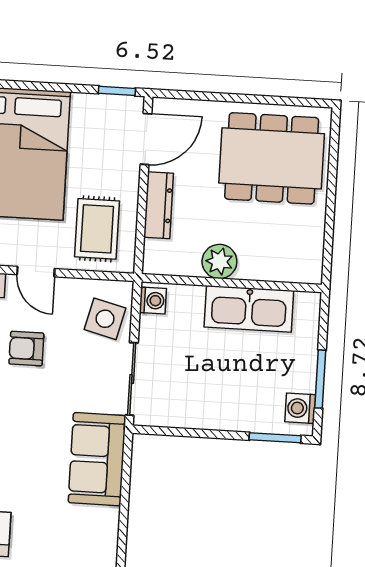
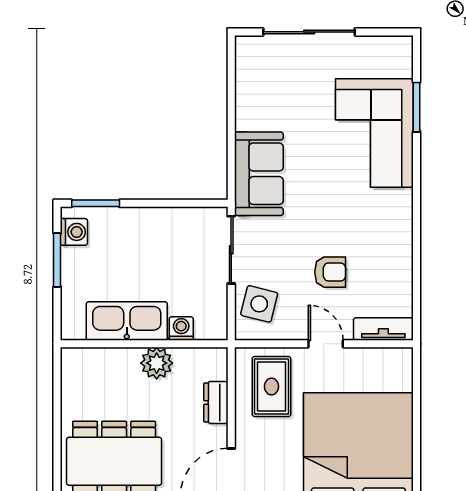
dresser: (159, 205) -> (216, 402), width x0.70
washing machine: (153, 301) -> (181, 329), moved, turned 90

